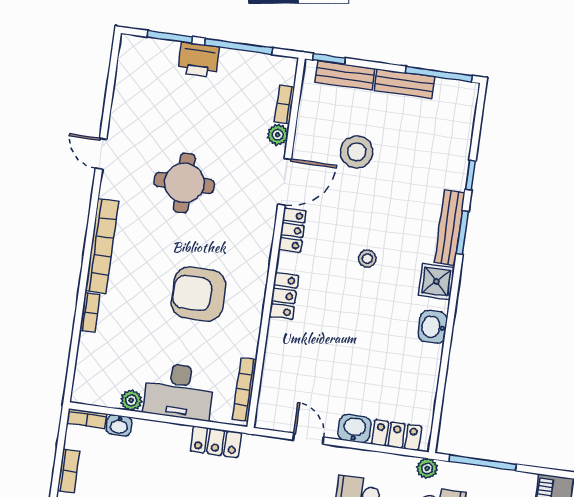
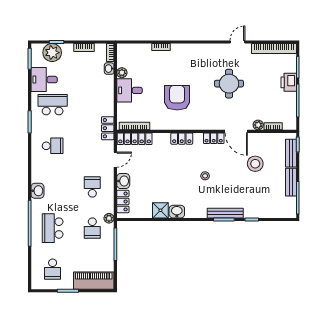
bookcase: (102, 246) -> (274, 49), moved
shower: (436, 282) -> (160, 210), moved
desk: (179, 391) -> (129, 90), width x0.73
locker: (271, 393) -> (135, 139), added
locker: (216, 442) -> (108, 128), moved

